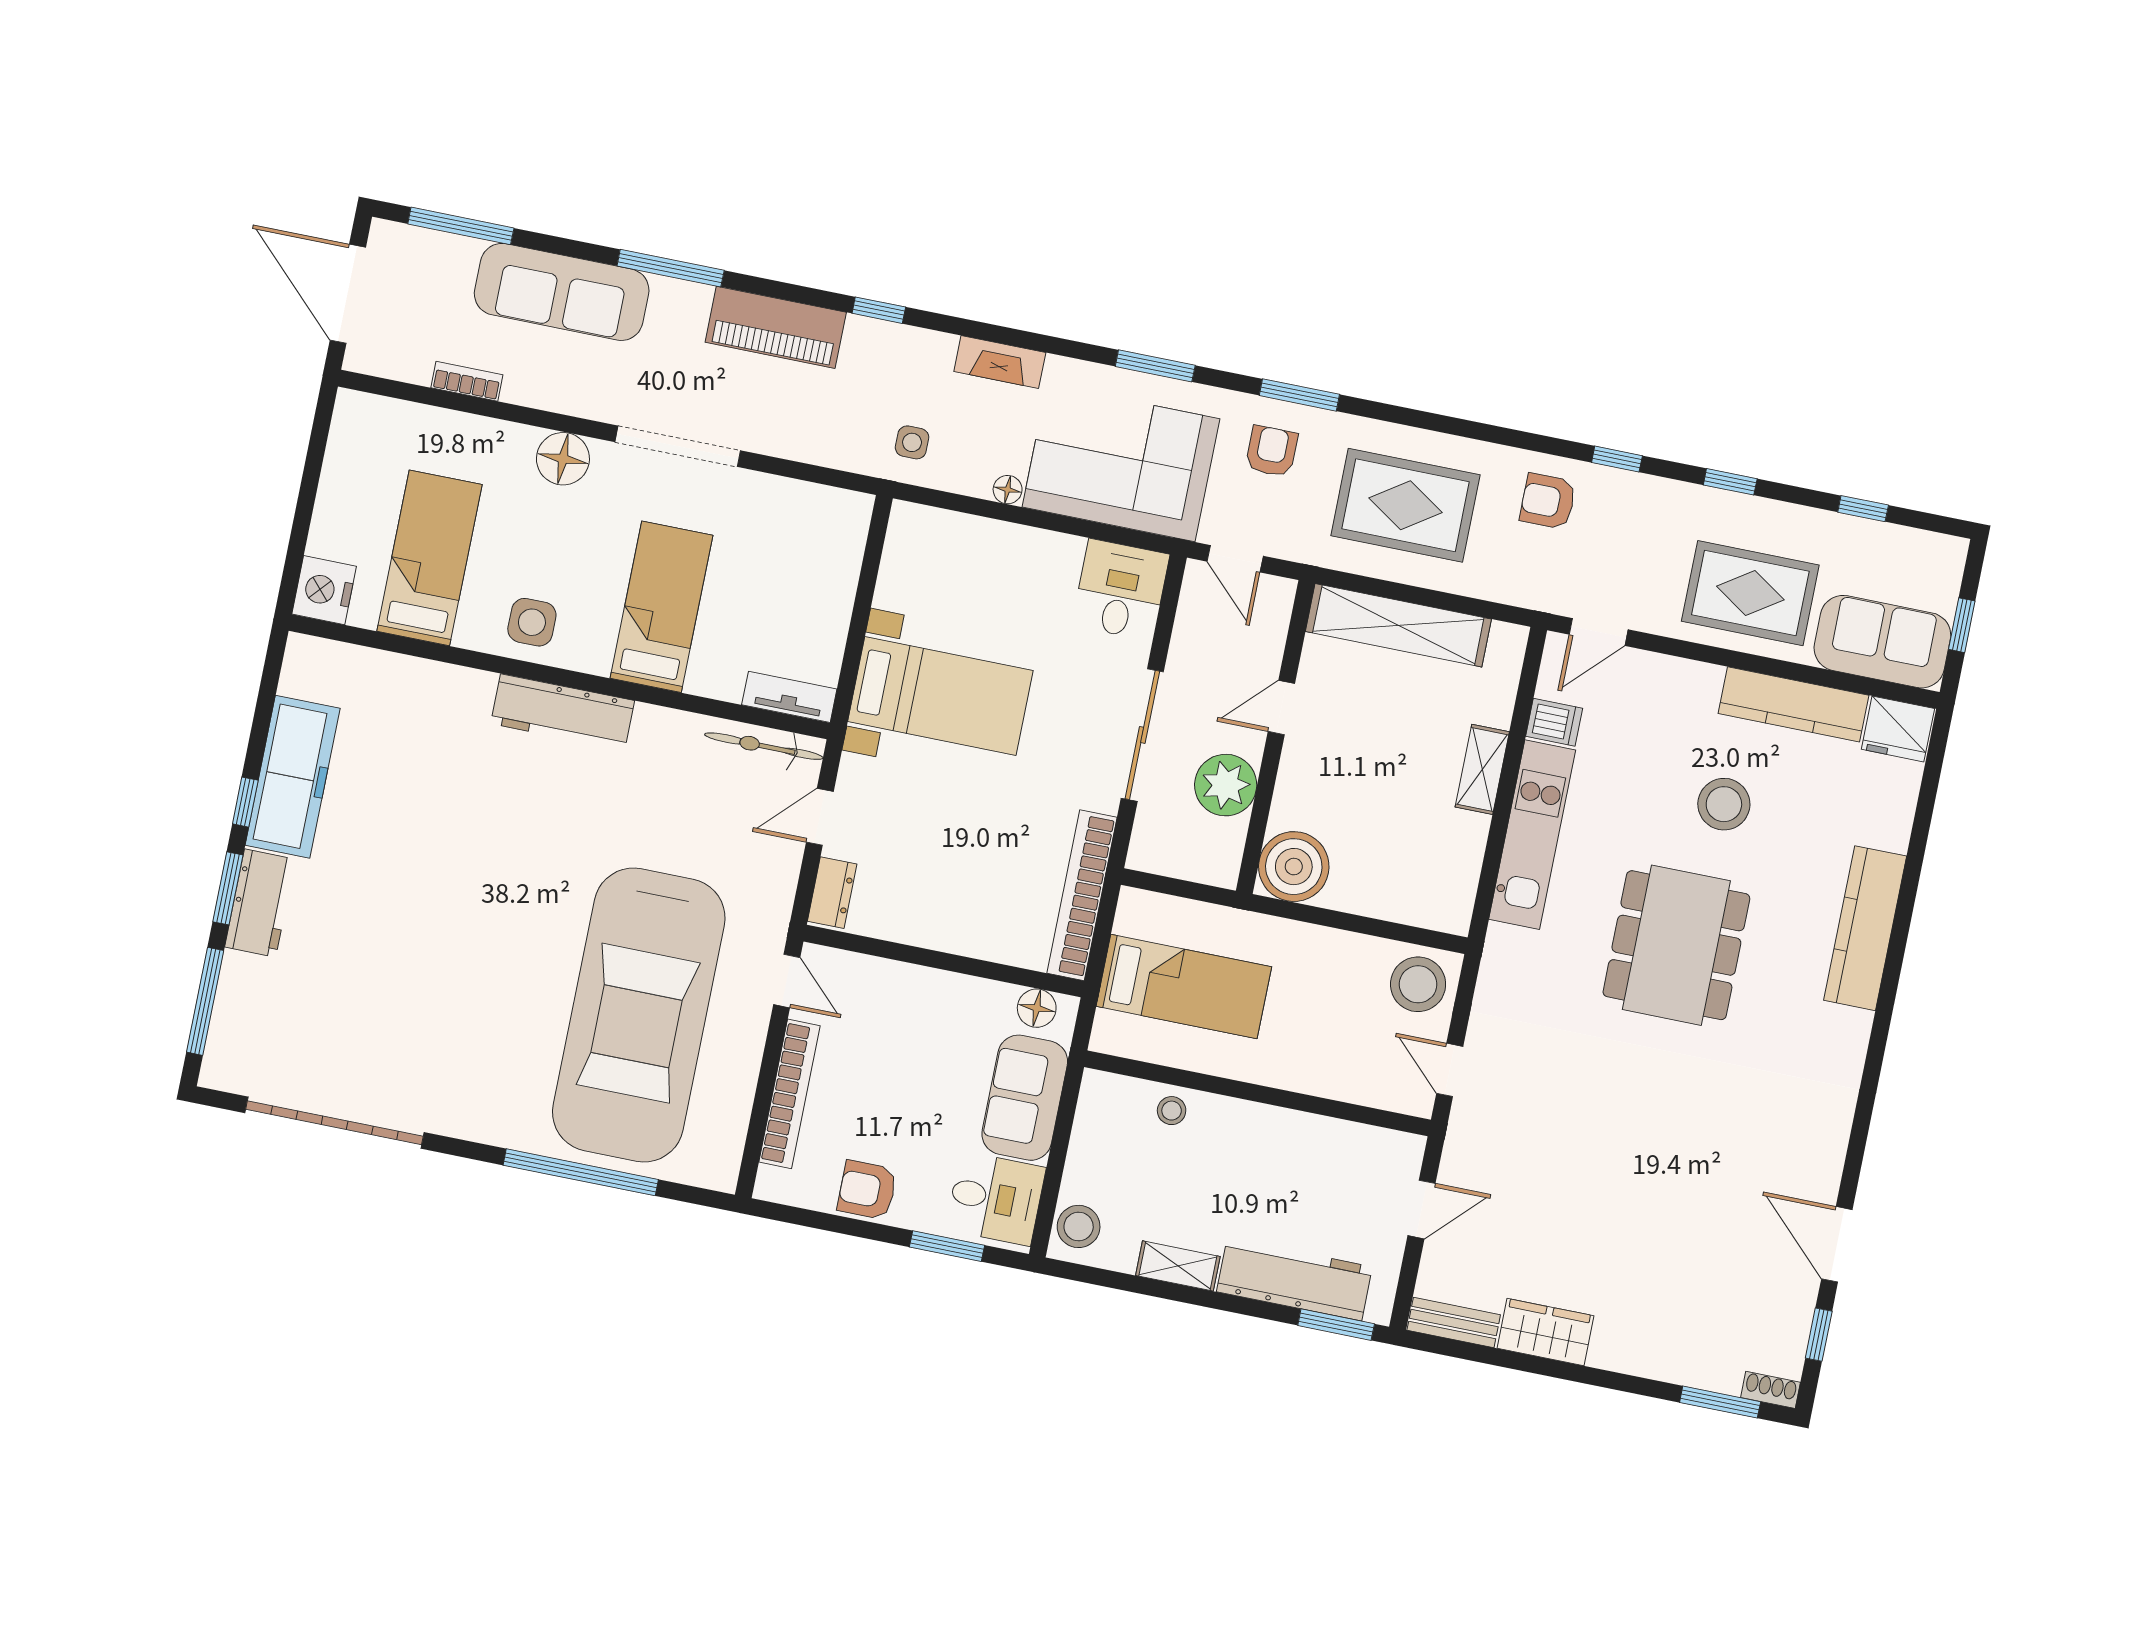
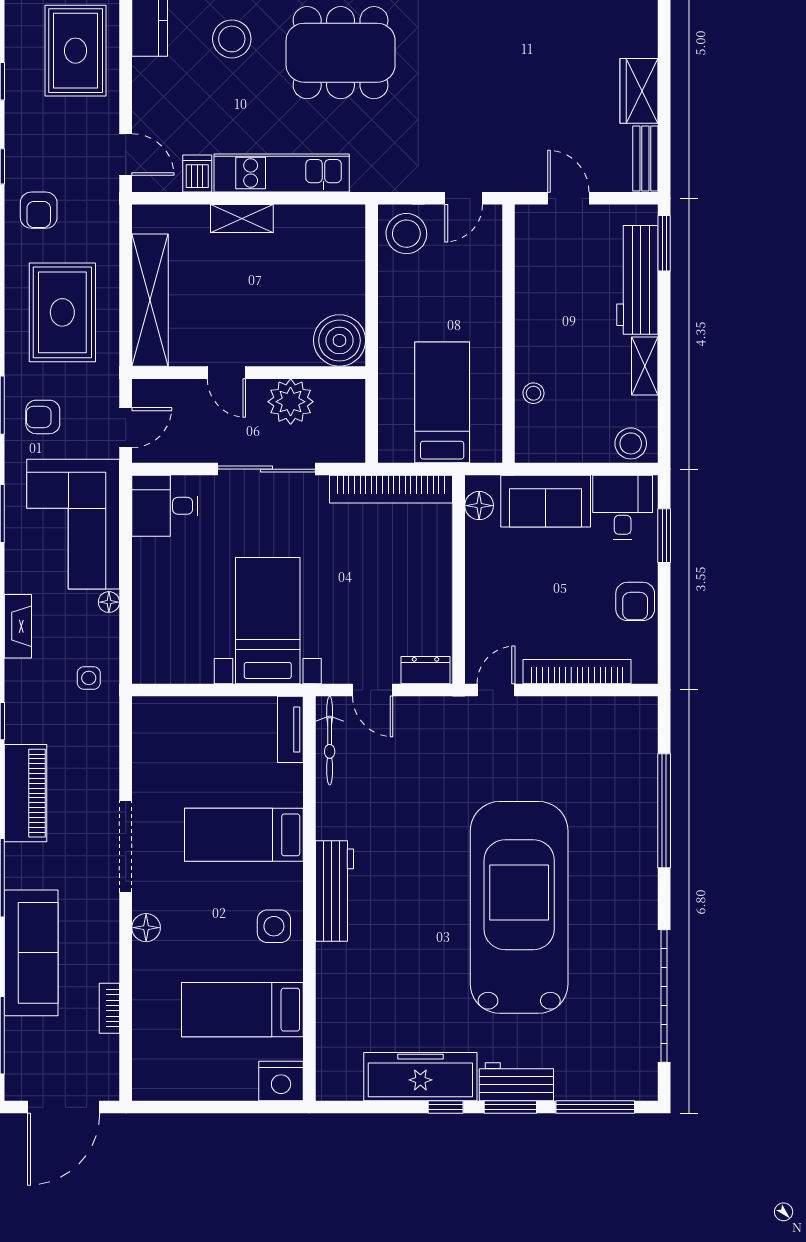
floor lamp: (563, 459) -> (146, 928), width x0.73, depth x0.73
car: (639, 1015) -> (519, 907), moved, turned -90

